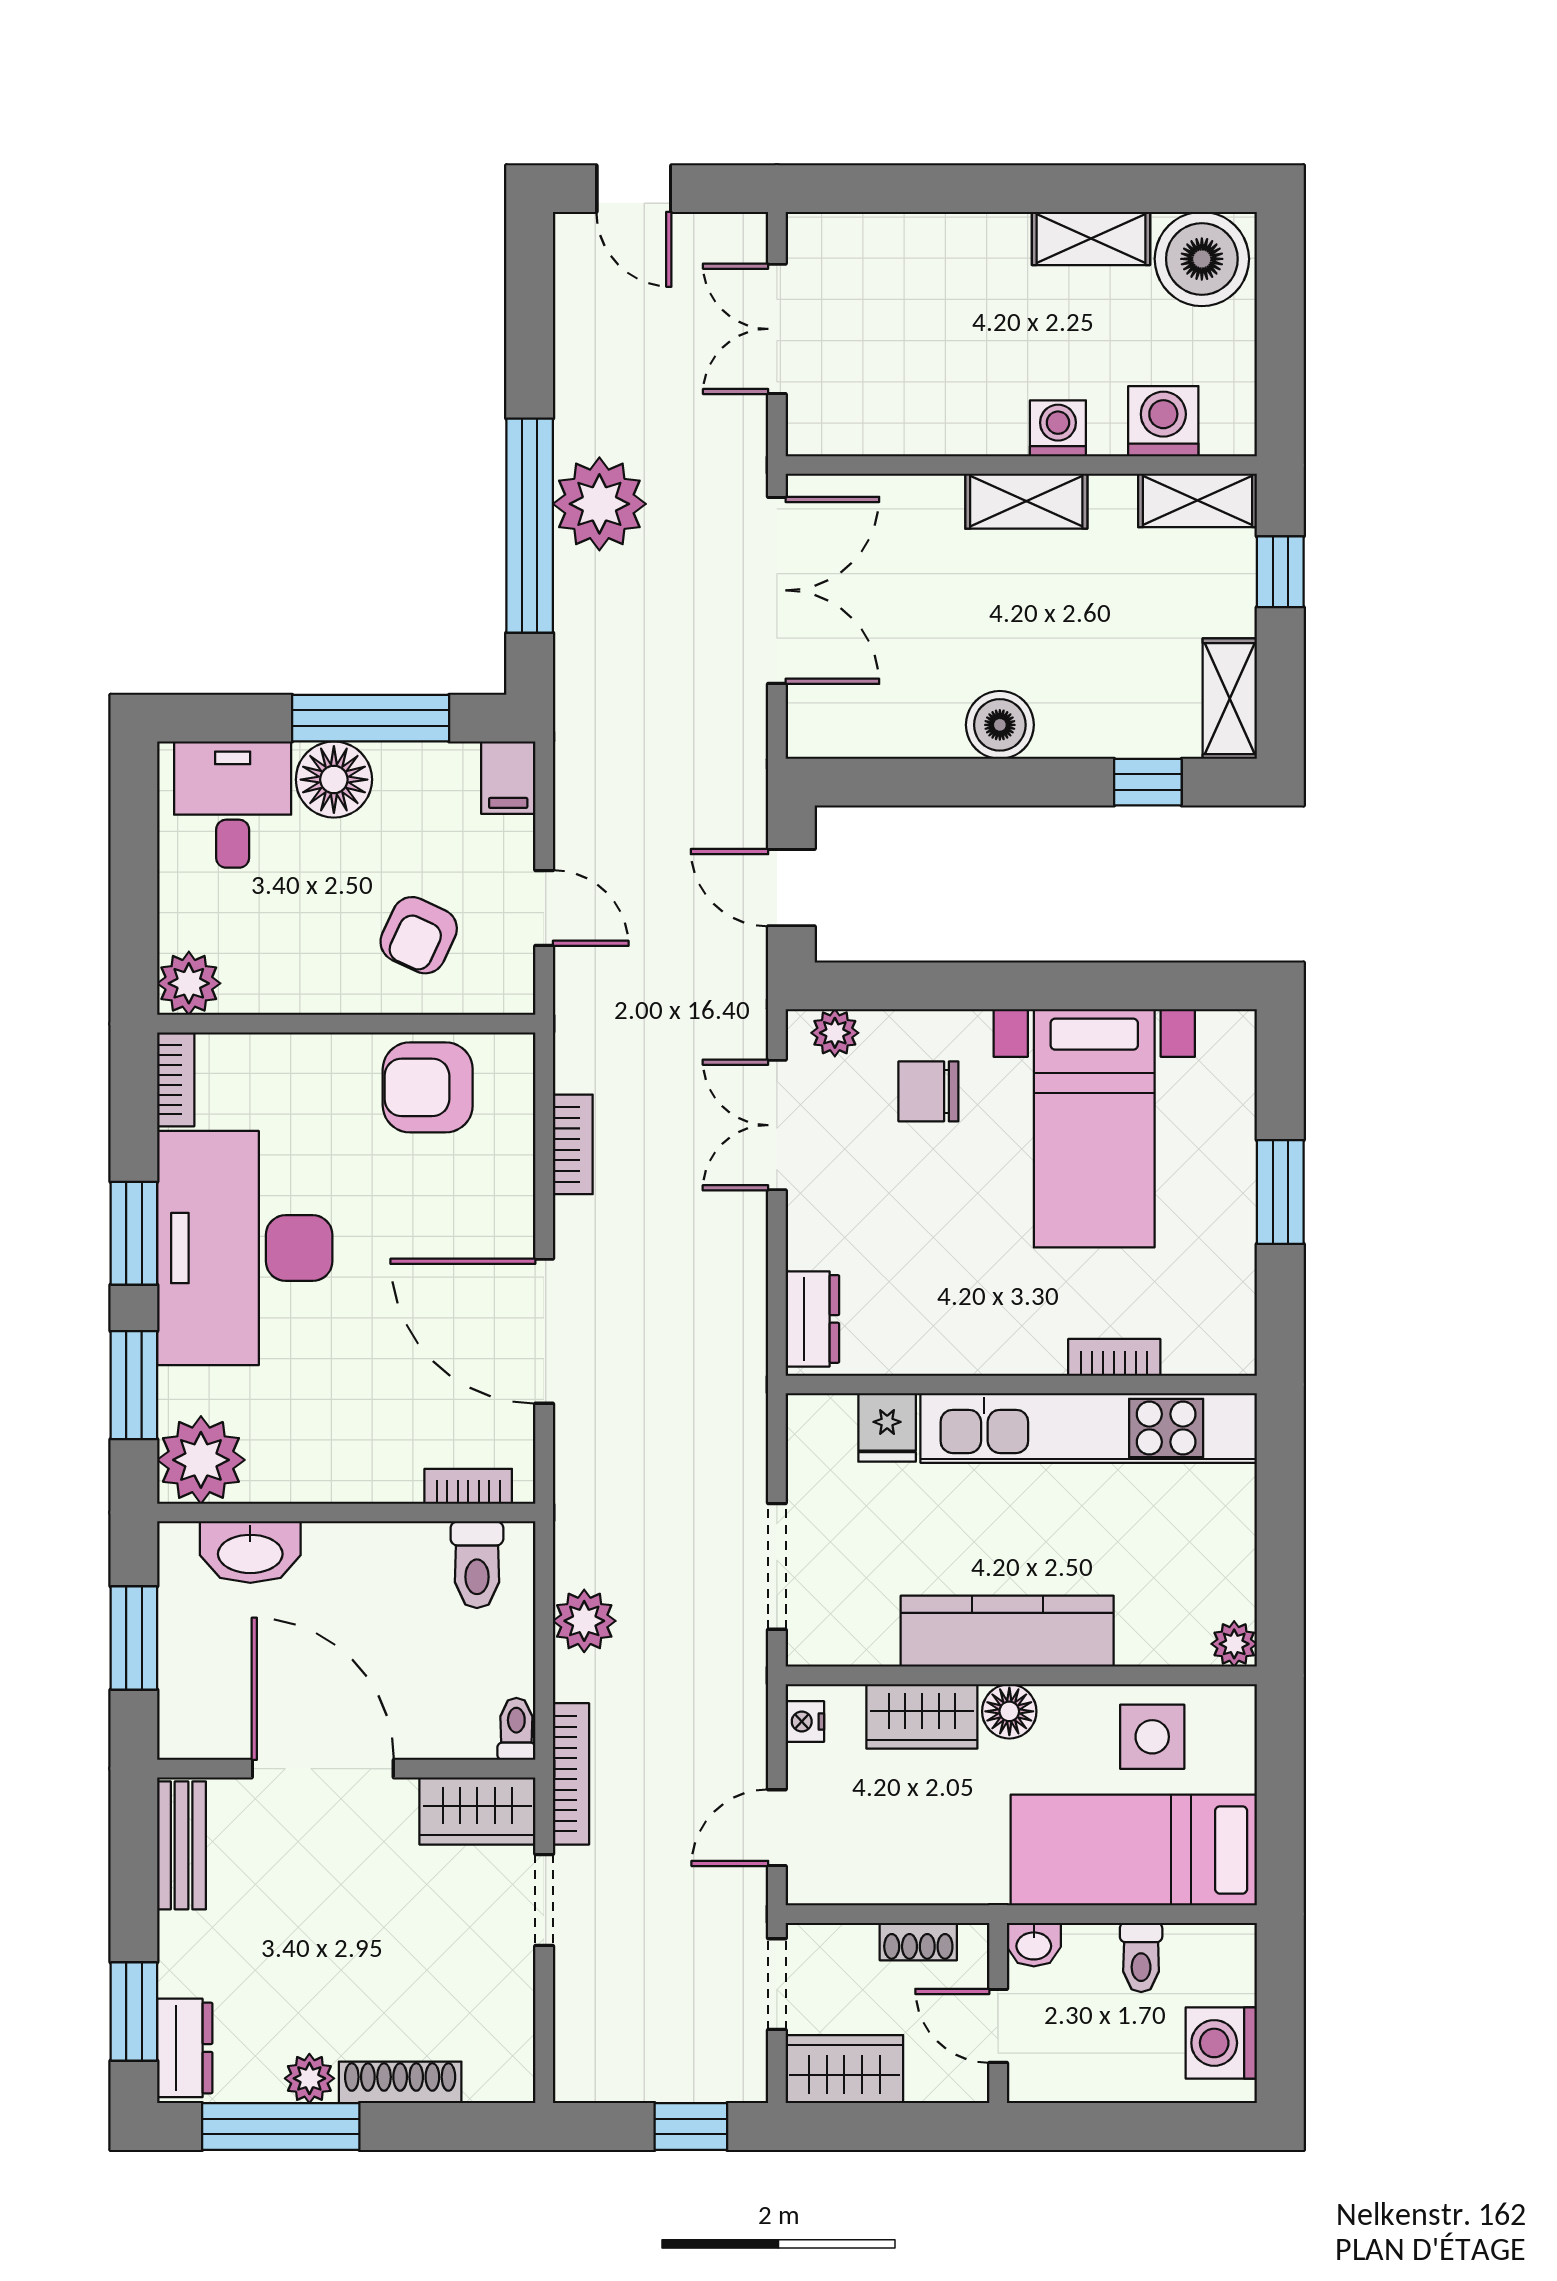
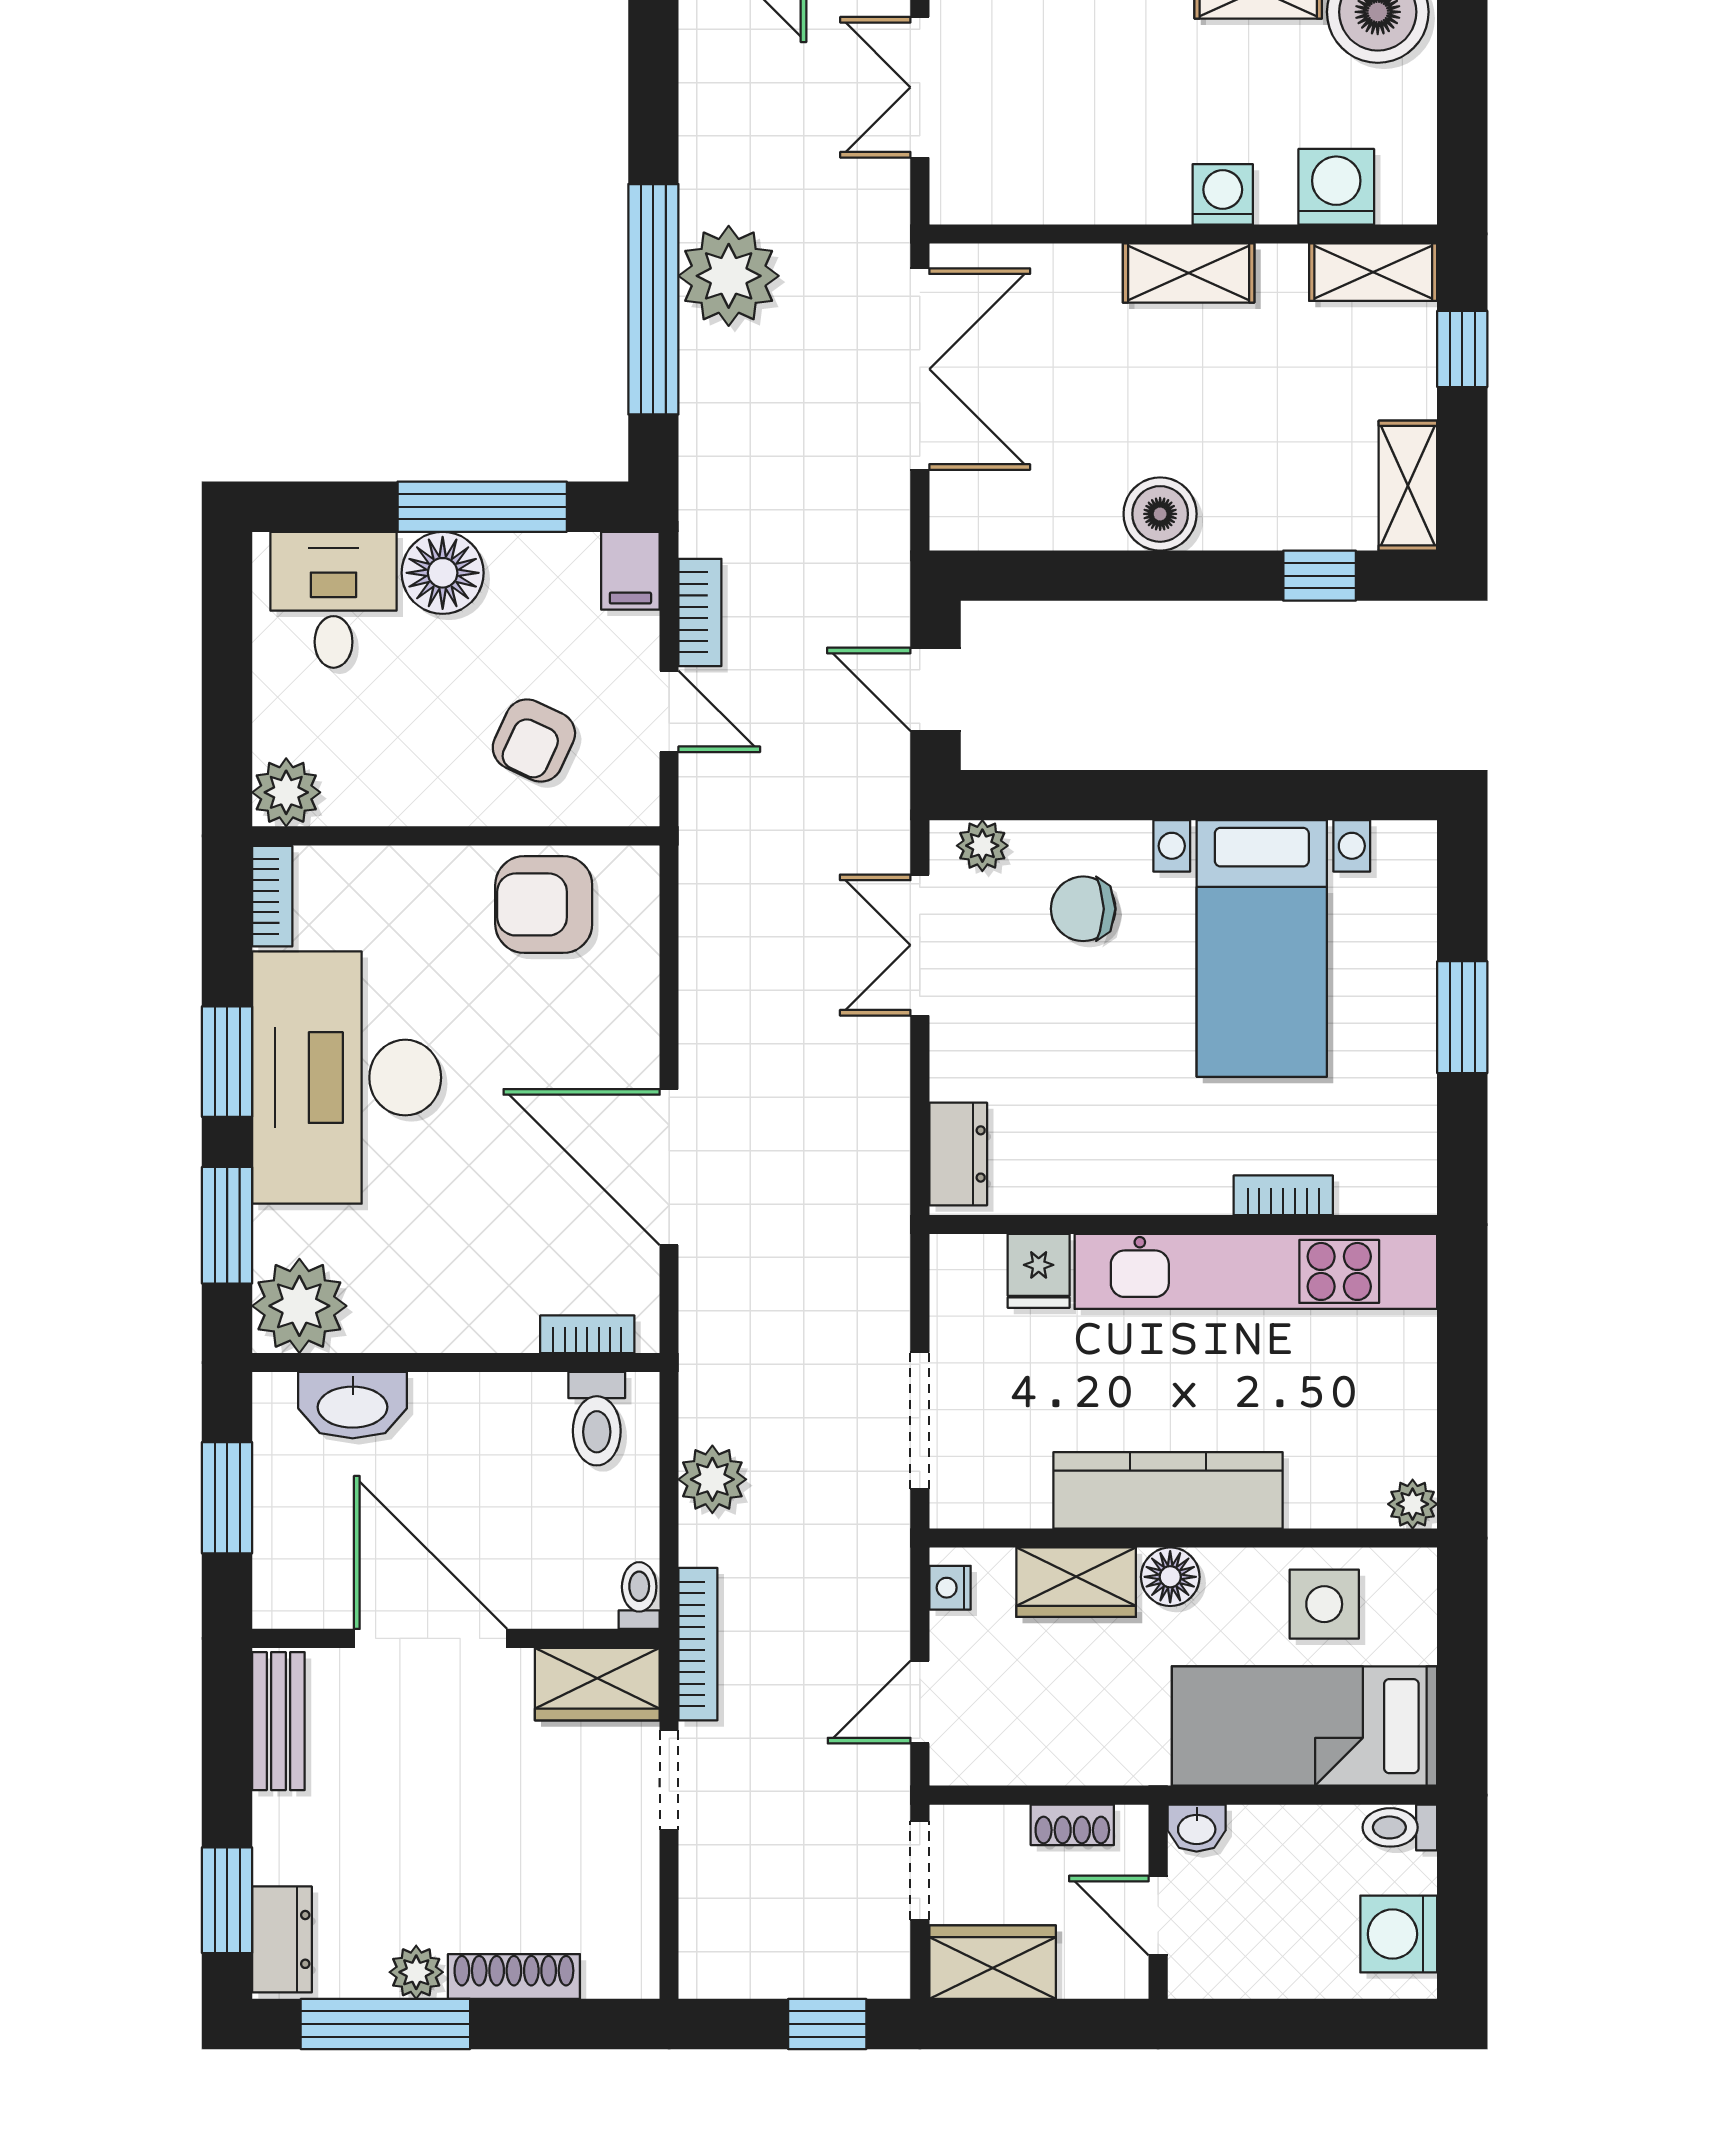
bookcase: (573, 1144) -> (700, 612), moved
toilet: (1141, 1957) -> (1400, 1827), moved, turned 90

